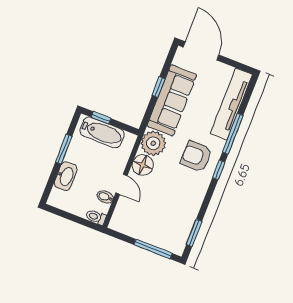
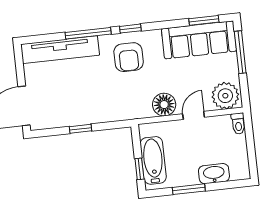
sofa: (172, 100) -> (199, 40), moved, turned 180
plant: (153, 143) -> (225, 96), moved
bidet: (105, 197) -> (214, 125), removed

